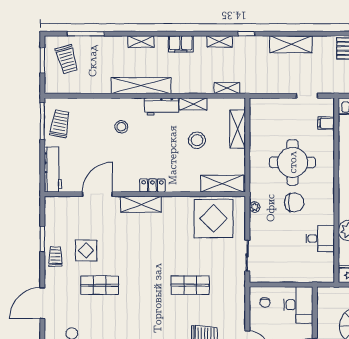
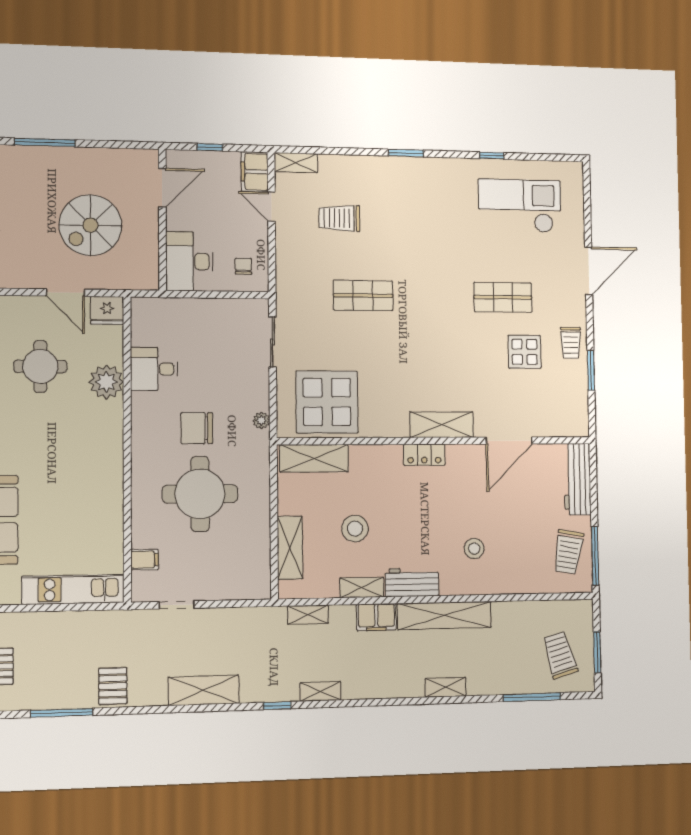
filing cabinet: (181, 44) -> (376, 617), moved, turned 180

